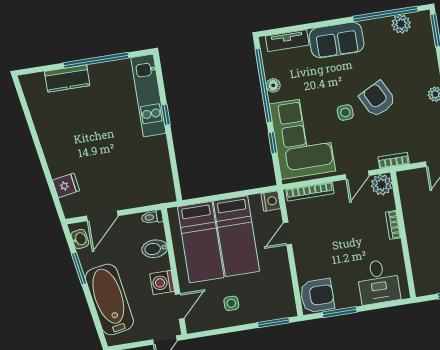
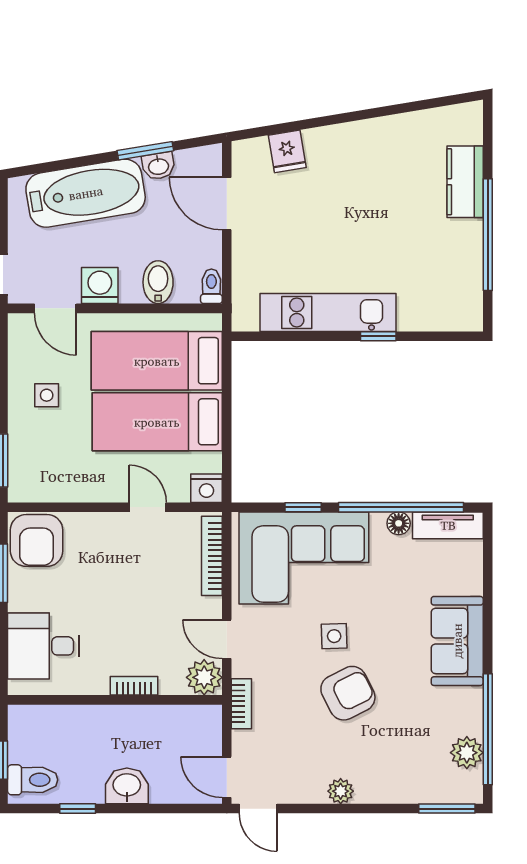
tv unit: (287, 41) -> (448, 525), moved, turned -90
kitchen unit: (148, 95) -> (328, 313), moved
washbasin: (80, 239) -> (158, 166), moved

